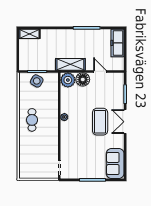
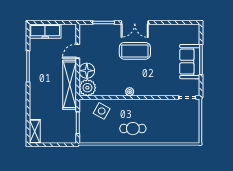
shelving: (70, 64) -> (70, 85), width x1.47
side table: (37, 81) -> (102, 111), moved
sofa: (115, 163) -> (190, 62), moved, turned 90

